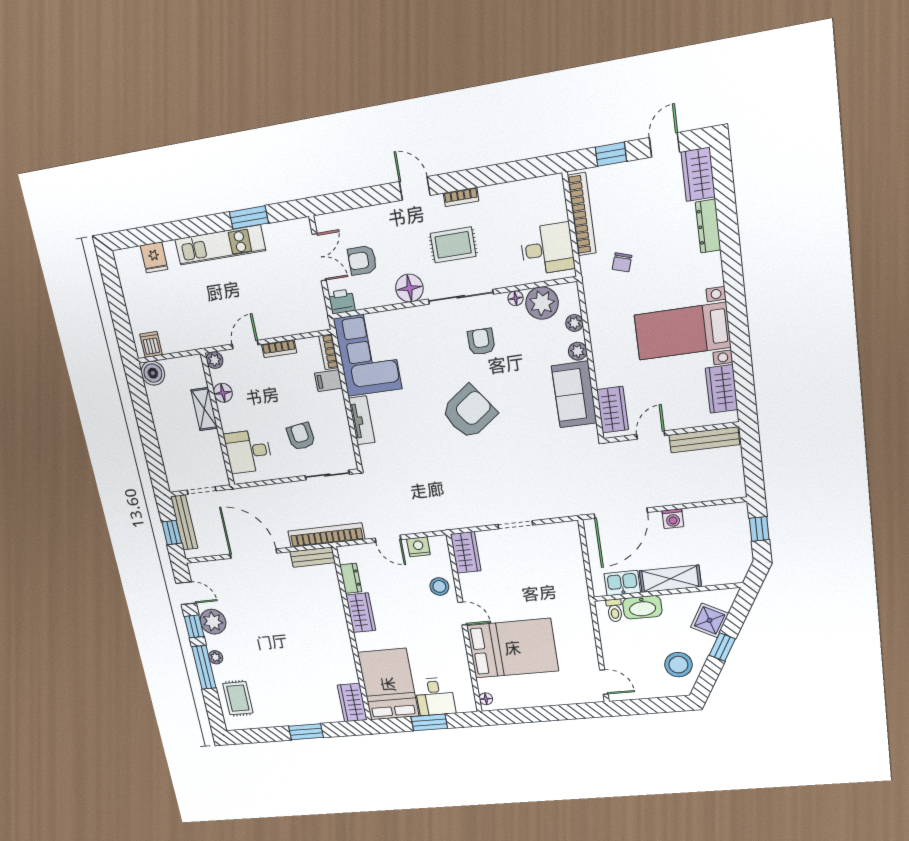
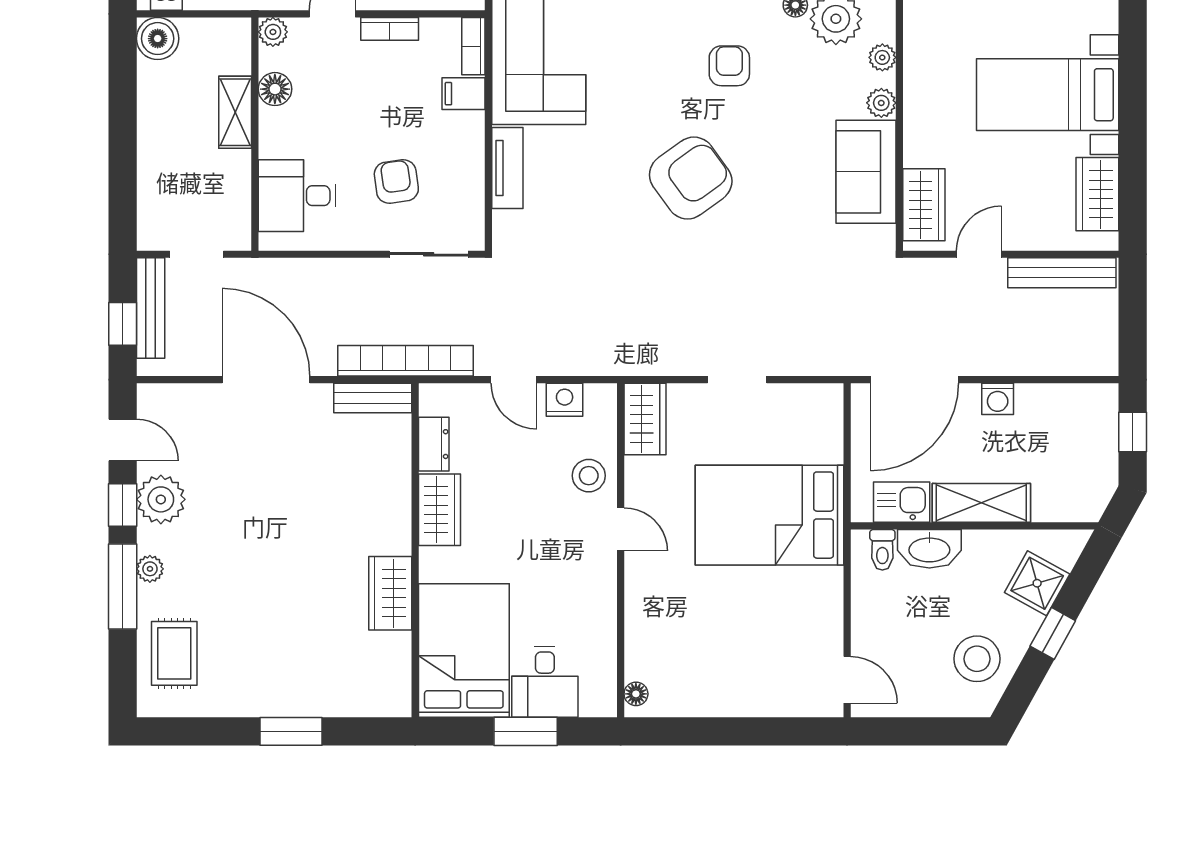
bed: (513, 648) -> (769, 515), moved, turned 180
wardrobe: (352, 703) -> (390, 593), moved

